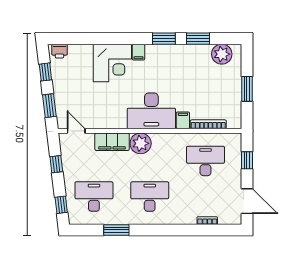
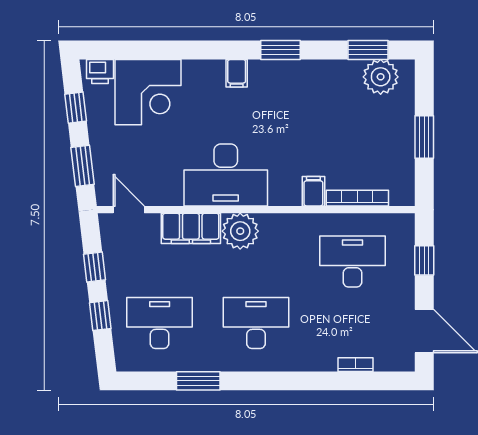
window: (198, 39) -> (368, 50), moved
corner desk: (112, 63) -> (148, 92), moved
desk: (151, 111) -> (226, 175), moved
window: (61, 205) -> (100, 316), moved

